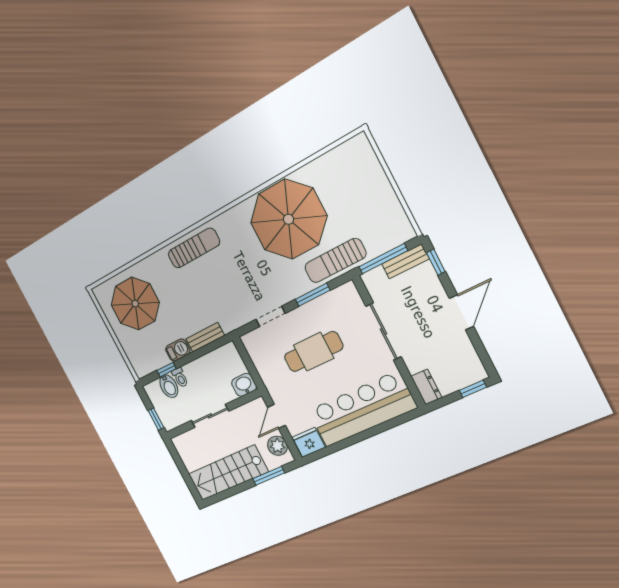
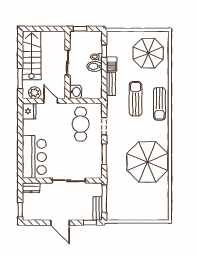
sun lounger: (335, 261) -> (136, 99), moved
cafe table: (314, 352) -> (81, 124), moved
bidet: (169, 386) -> (95, 66), moved
bar counter: (362, 409) -> (34, 157), width x0.73

